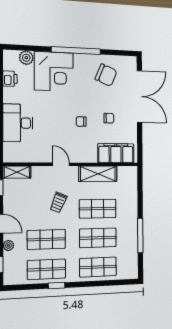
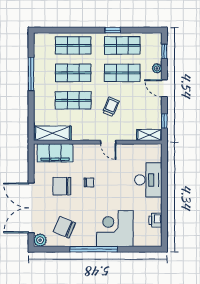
plant: (26, 58) -> (40, 240), moved
chair: (109, 118) -> (62, 186), width x1.87, depth x1.87
shelving: (98, 174) -> (53, 133), moved

